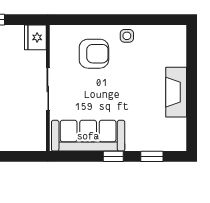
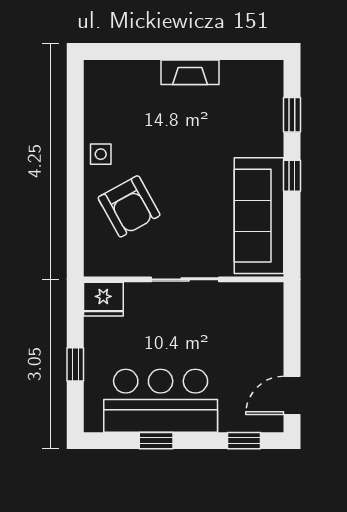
armchair: (94, 54) -> (129, 206), turned 151
fireplace: (176, 92) -> (190, 72), width x0.73, depth x0.76

